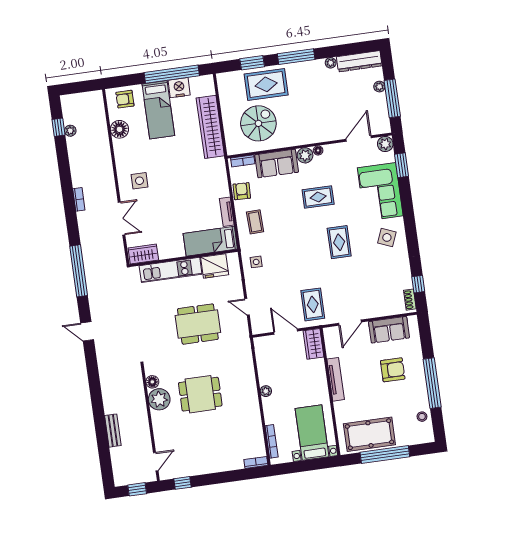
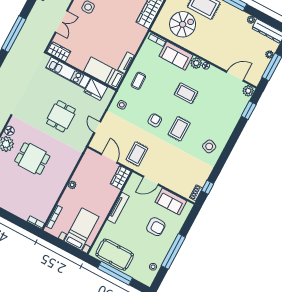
armchair: (242, 191) -> (155, 120), moved
corner sofa: (380, 192) -> (225, 117), removed
dining table: (198, 324) -> (61, 116), width x0.73

